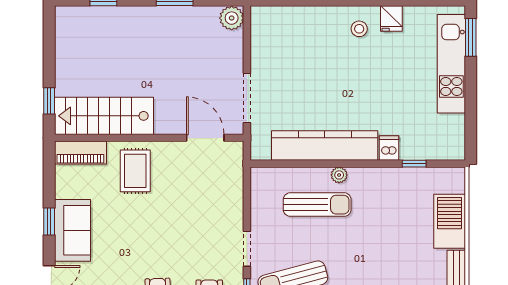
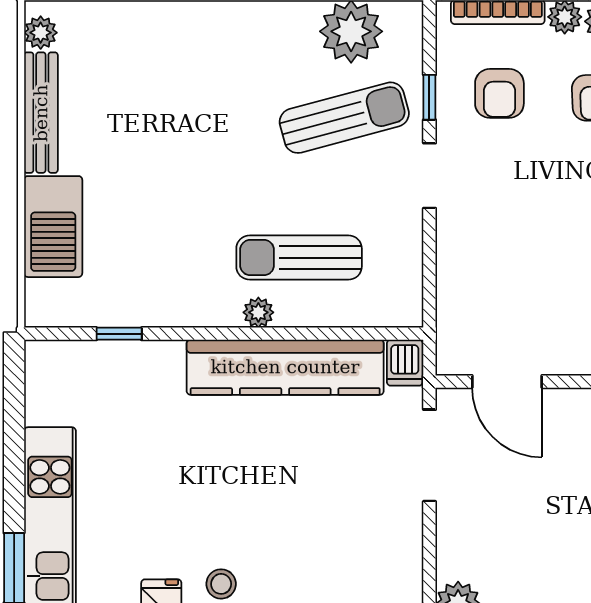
dishwasher: (389, 148) -> (405, 363), moved

